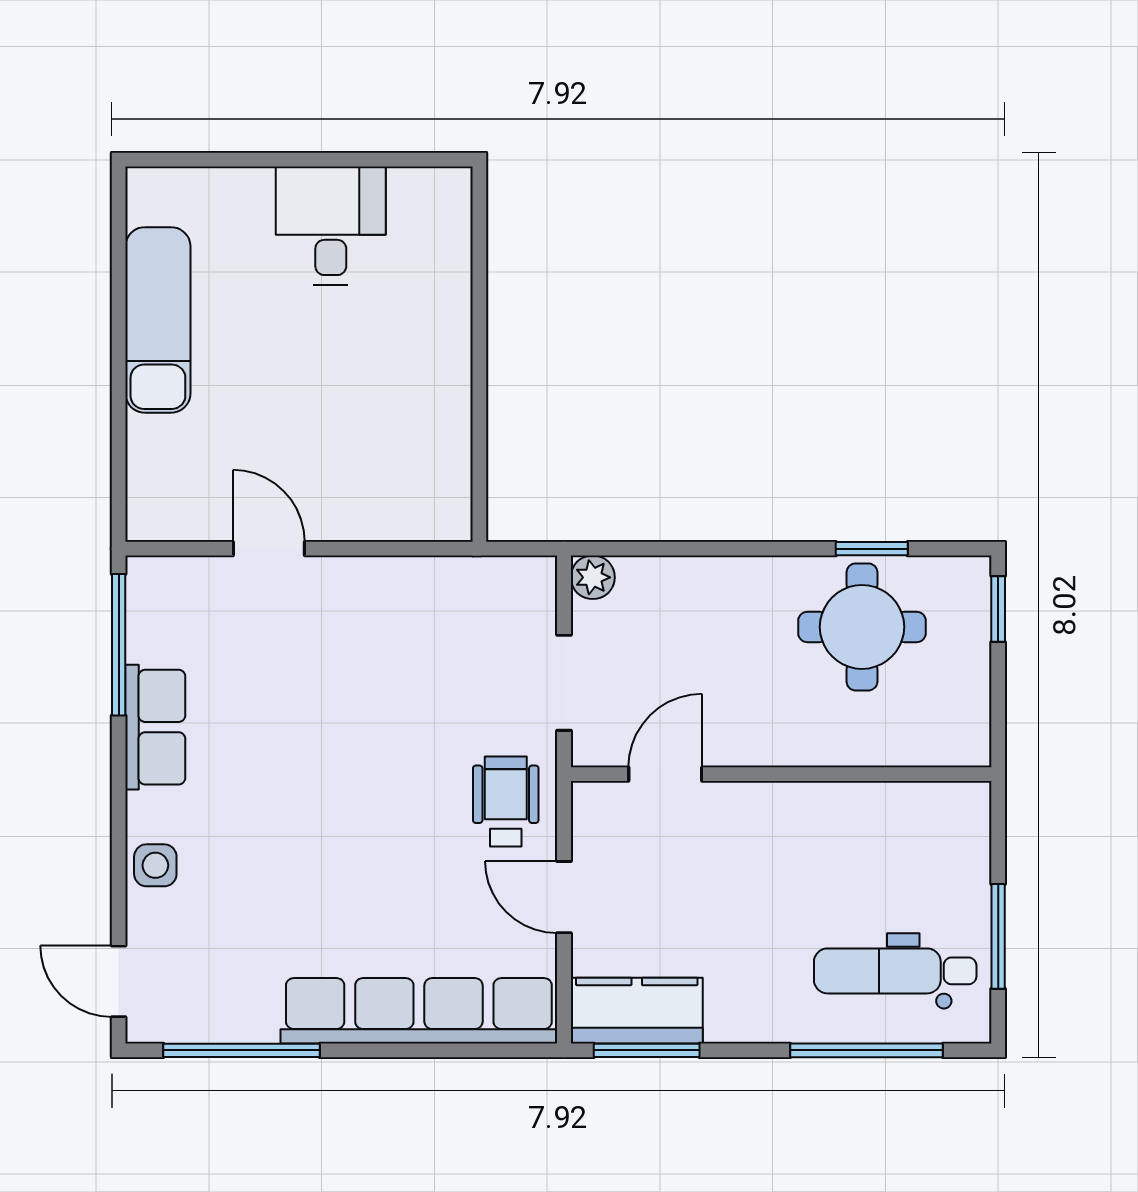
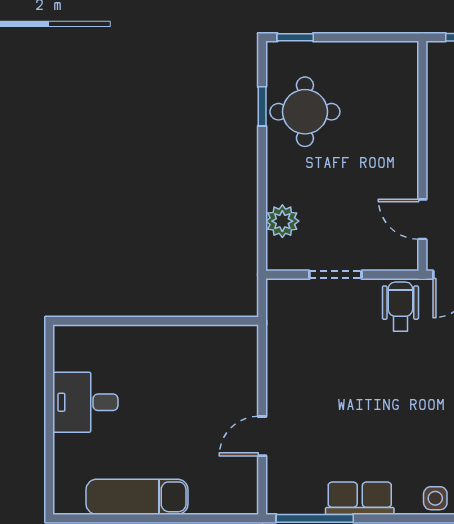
plant: (593, 577) -> (282, 221), moved, width x1.38, depth x1.38
door: (665, 774) -> (422, 219), moved
wall: (781, 774) -> (422, 156), moved
wheelchair: (506, 801) -> (400, 307), turned 90

